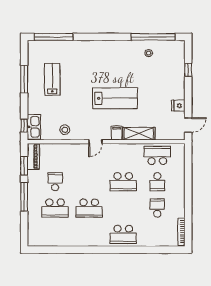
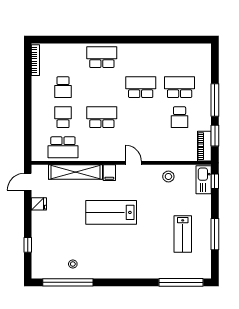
shelving: (139, 134) -> (76, 172), width x1.47
door: (95, 142) -> (133, 163), hinge flipped

